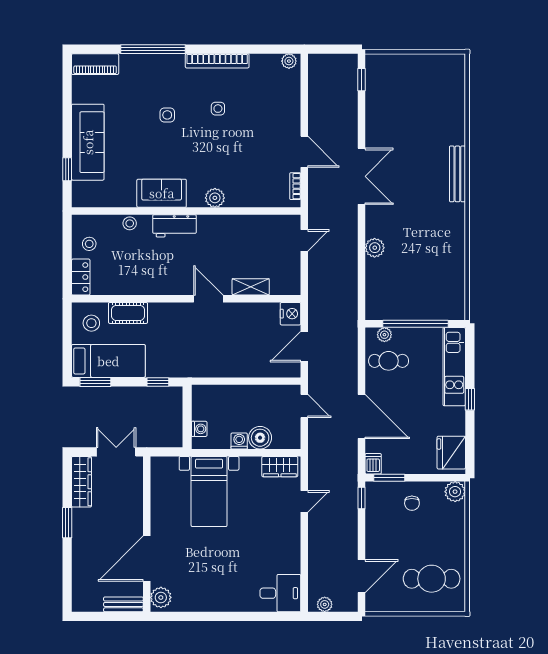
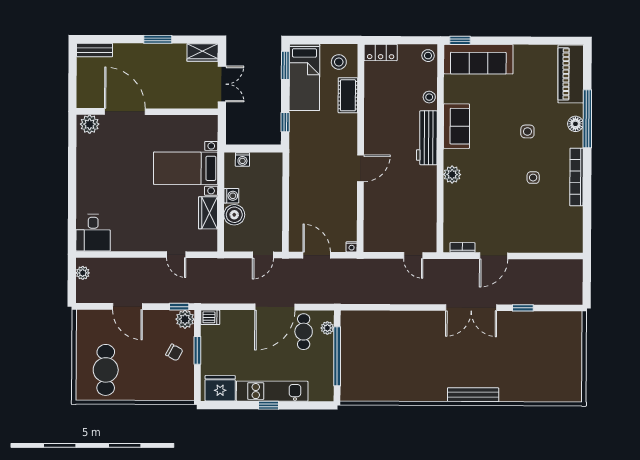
plant: (289, 61) -> (576, 242), removed
floor lamp: (159, 62) -> (575, 124), added
piano: (95, 64) -> (571, 74), width x1.37, depth x1.33
window: (362, 80) -> (523, 308), moved
sofa: (88, 142) -> (478, 59), moved
window: (67, 169) -> (460, 40), moved
workbench: (174, 226) -> (427, 138), width x1.38
stool: (89, 244) -> (428, 56), moved
plant: (375, 248) -> (406, 319), removed
shelving: (251, 287) -> (371, 207), removed
nightstand: (290, 314) -> (352, 247), width x0.53, depth x0.56
kitchen unit: (454, 367) -> (272, 391), moved
door: (362, 417) -> (275, 307), moved
wardrobe: (280, 467) -> (208, 213), moved
window: (389, 478) -> (197, 350), moved
wardrobe: (81, 482) -> (203, 53), width x0.67
plant: (455, 492) -> (185, 319), moved
chair: (412, 503) -> (174, 352), turned -151
door: (362, 576) -> (127, 306), moved
bench: (123, 604) -> (95, 50), moved, turned 90

